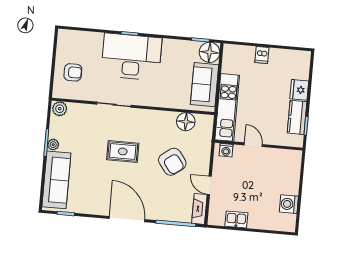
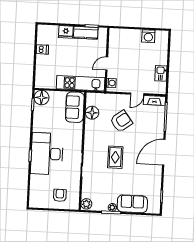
dishwasher: (262, 55) -> (42, 49), moved
sofa: (205, 85) -> (75, 107), moved, turned 90
sofa: (56, 180) -> (132, 204), width x0.73

